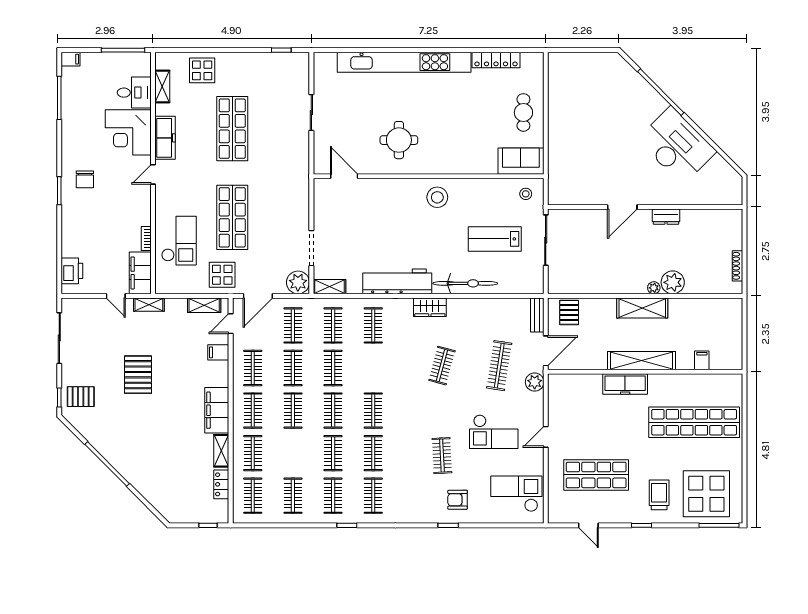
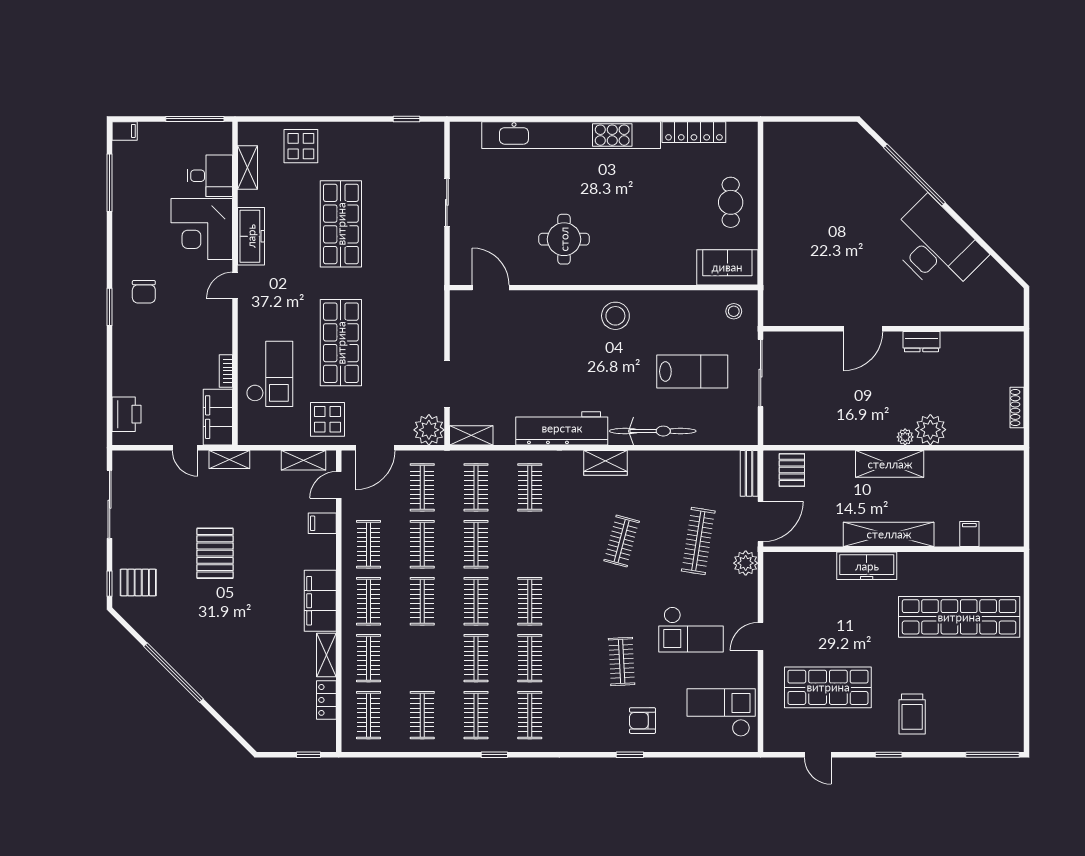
lab bench: (495, 239) -> (692, 372), turned 180
display table: (706, 494) -> (976, 713), removed
trolley: (659, 495) -> (912, 714), turned 180

